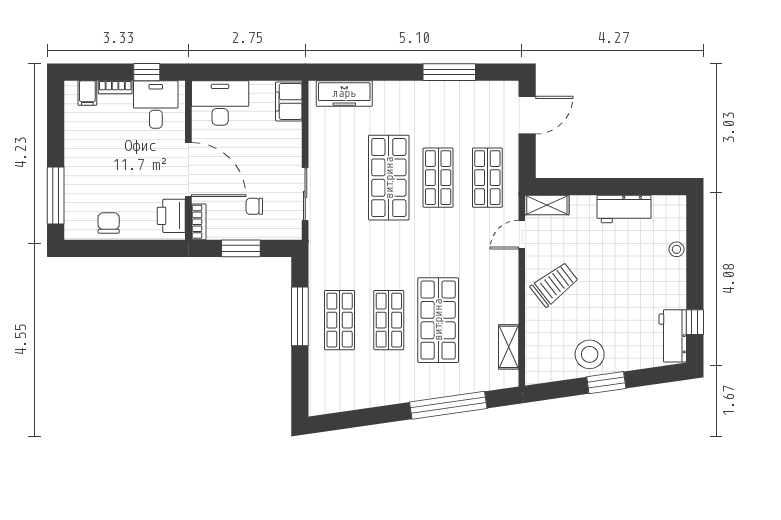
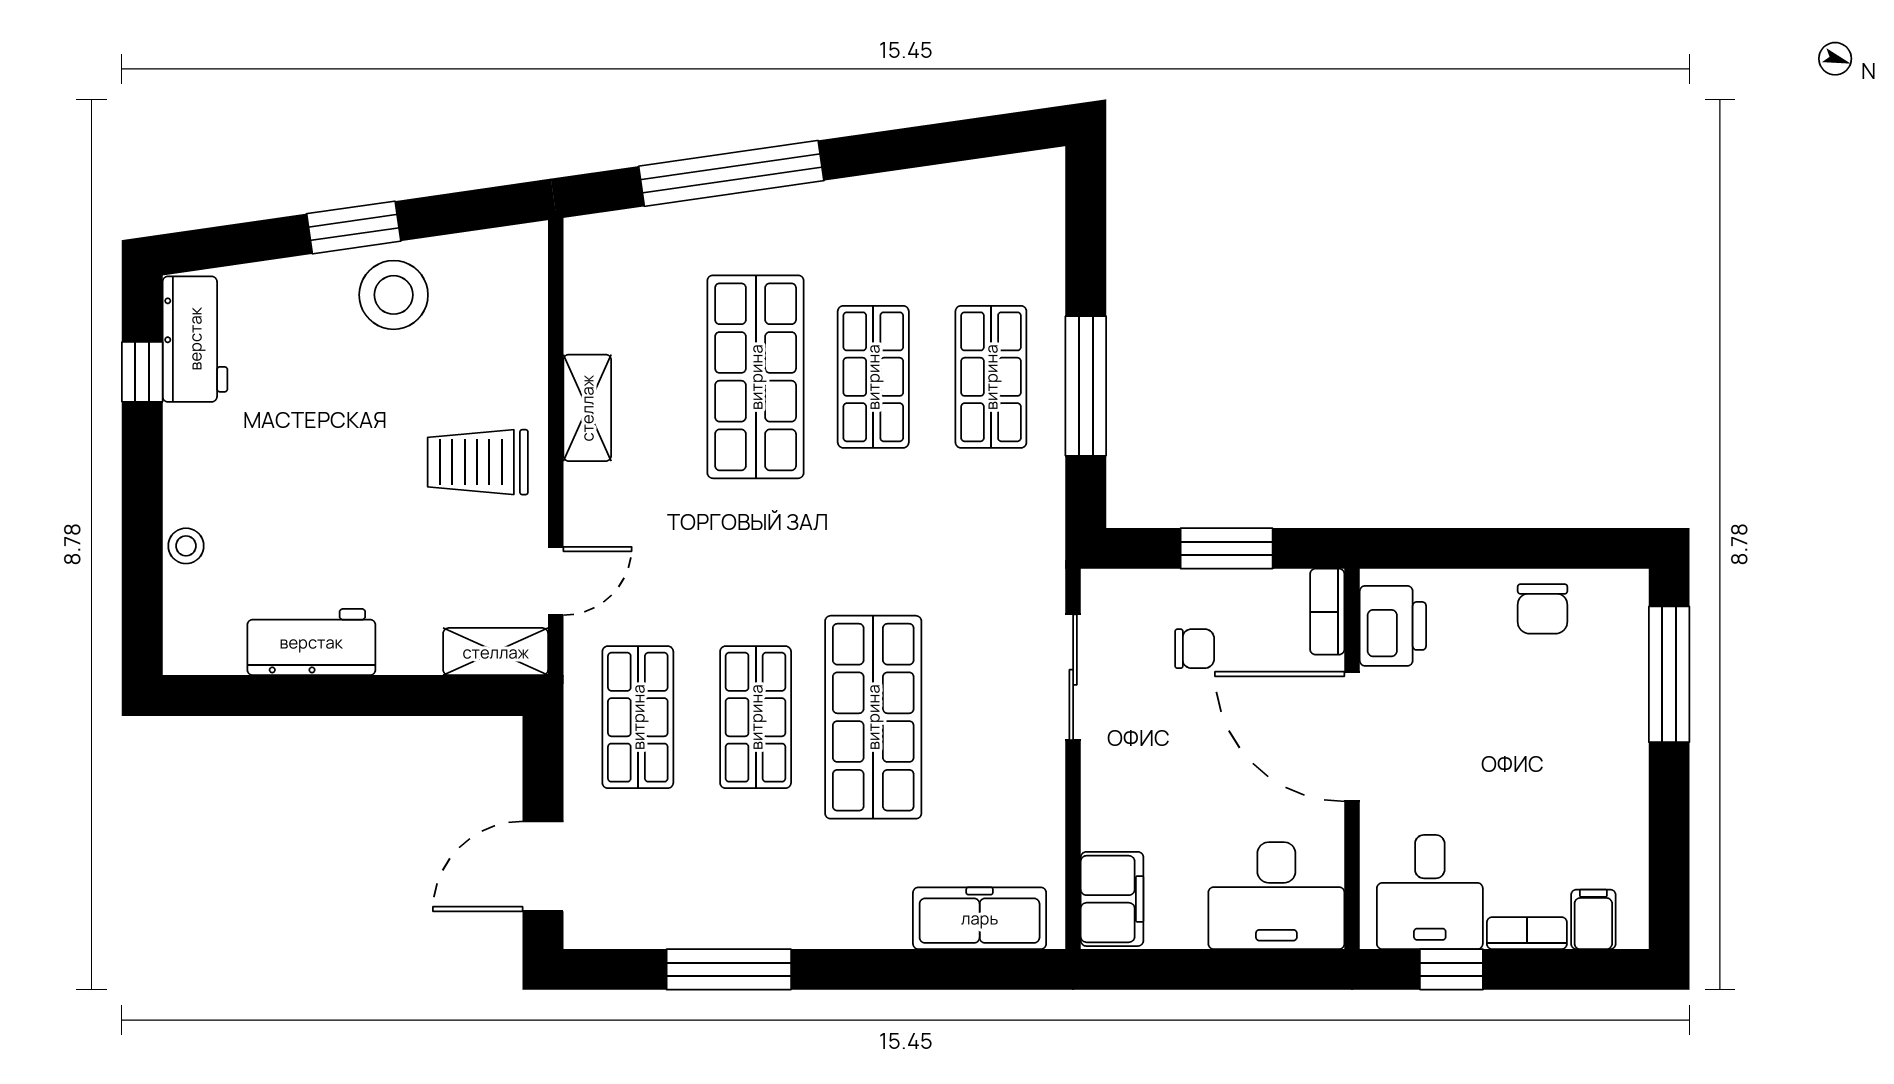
trolley: (554, 284) -> (478, 462), turned 38
shelving: (509, 347) -> (587, 408), moved

